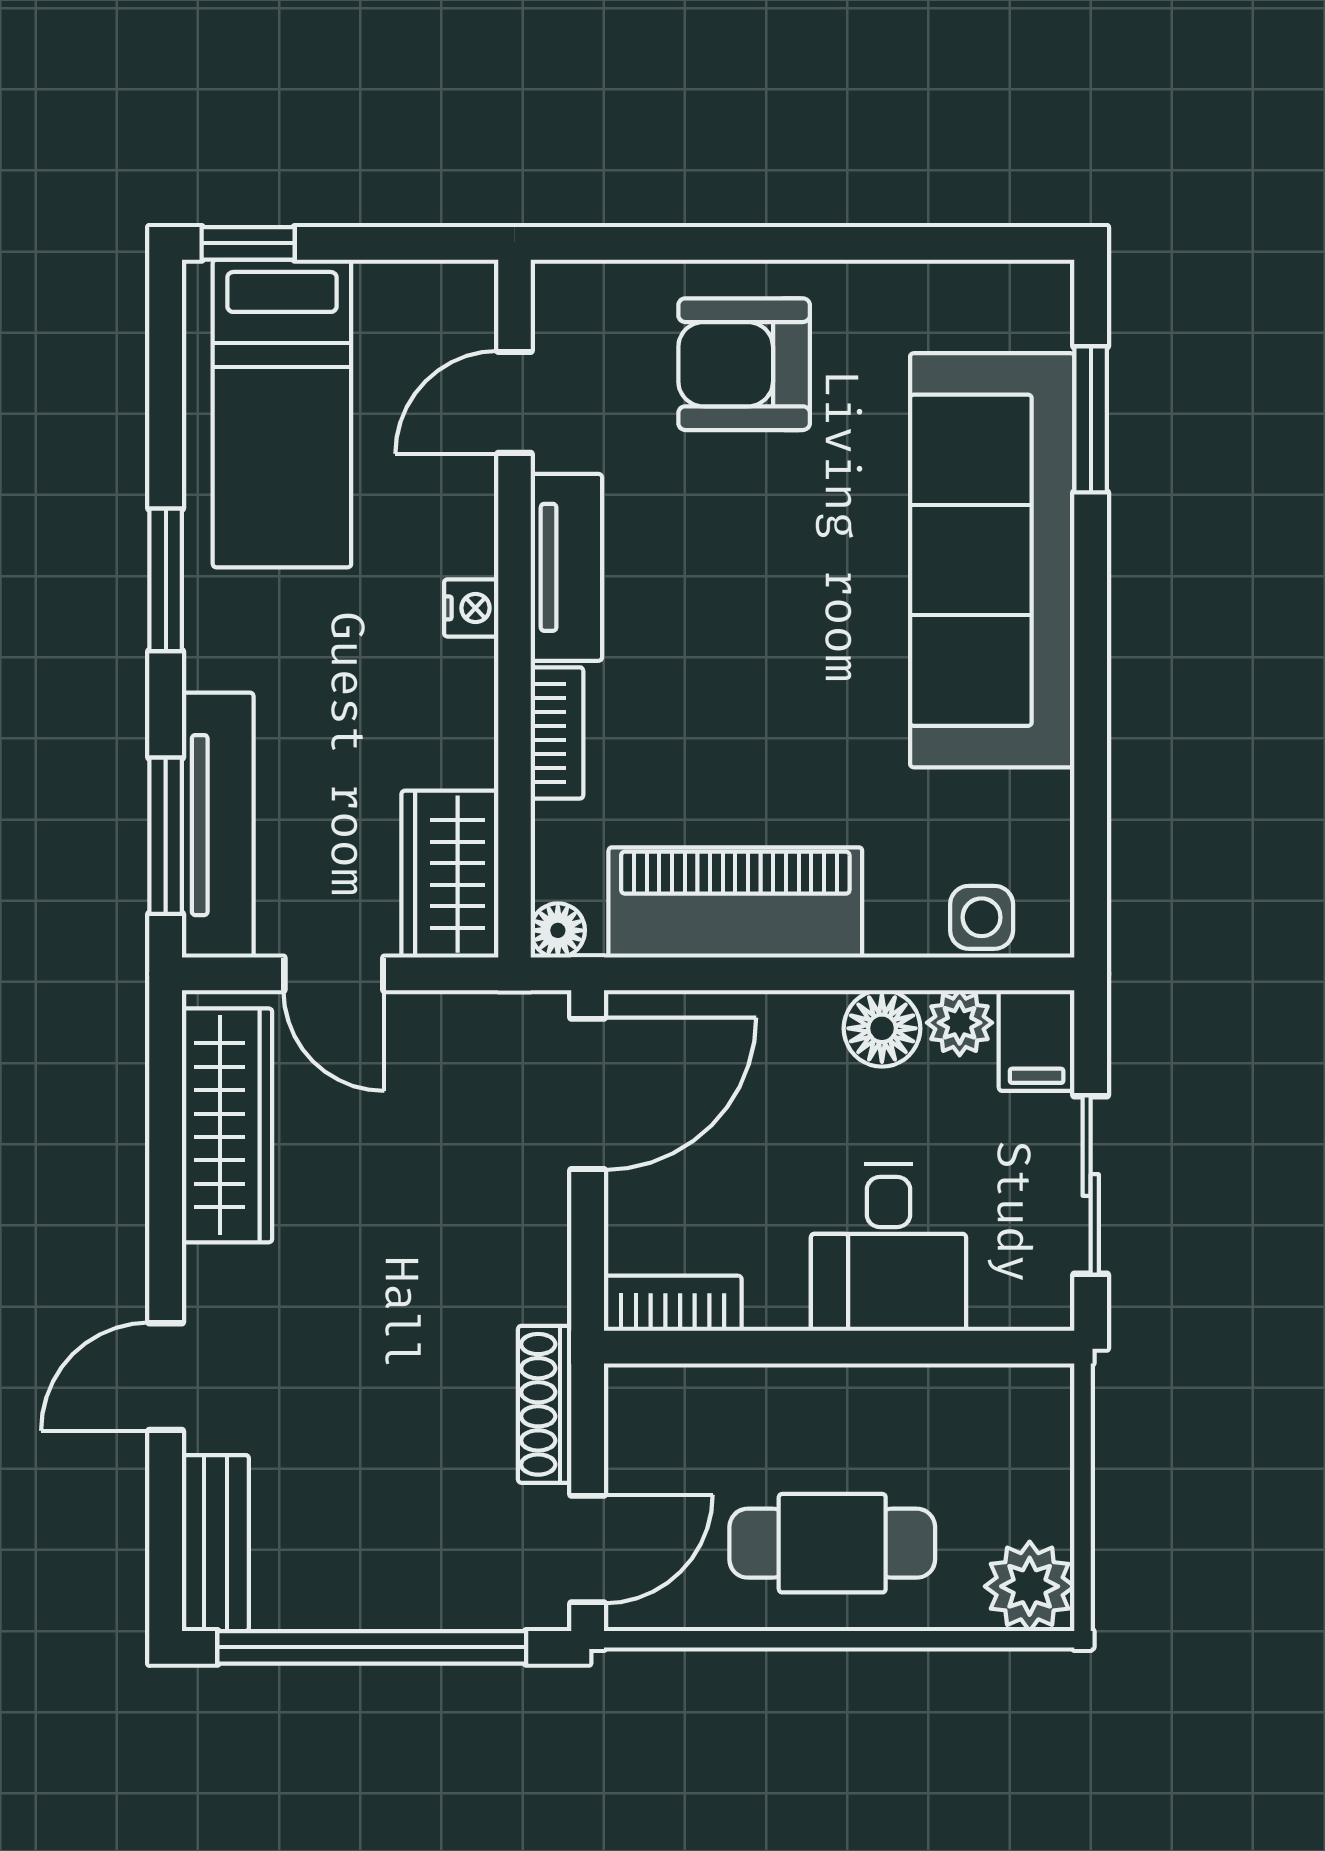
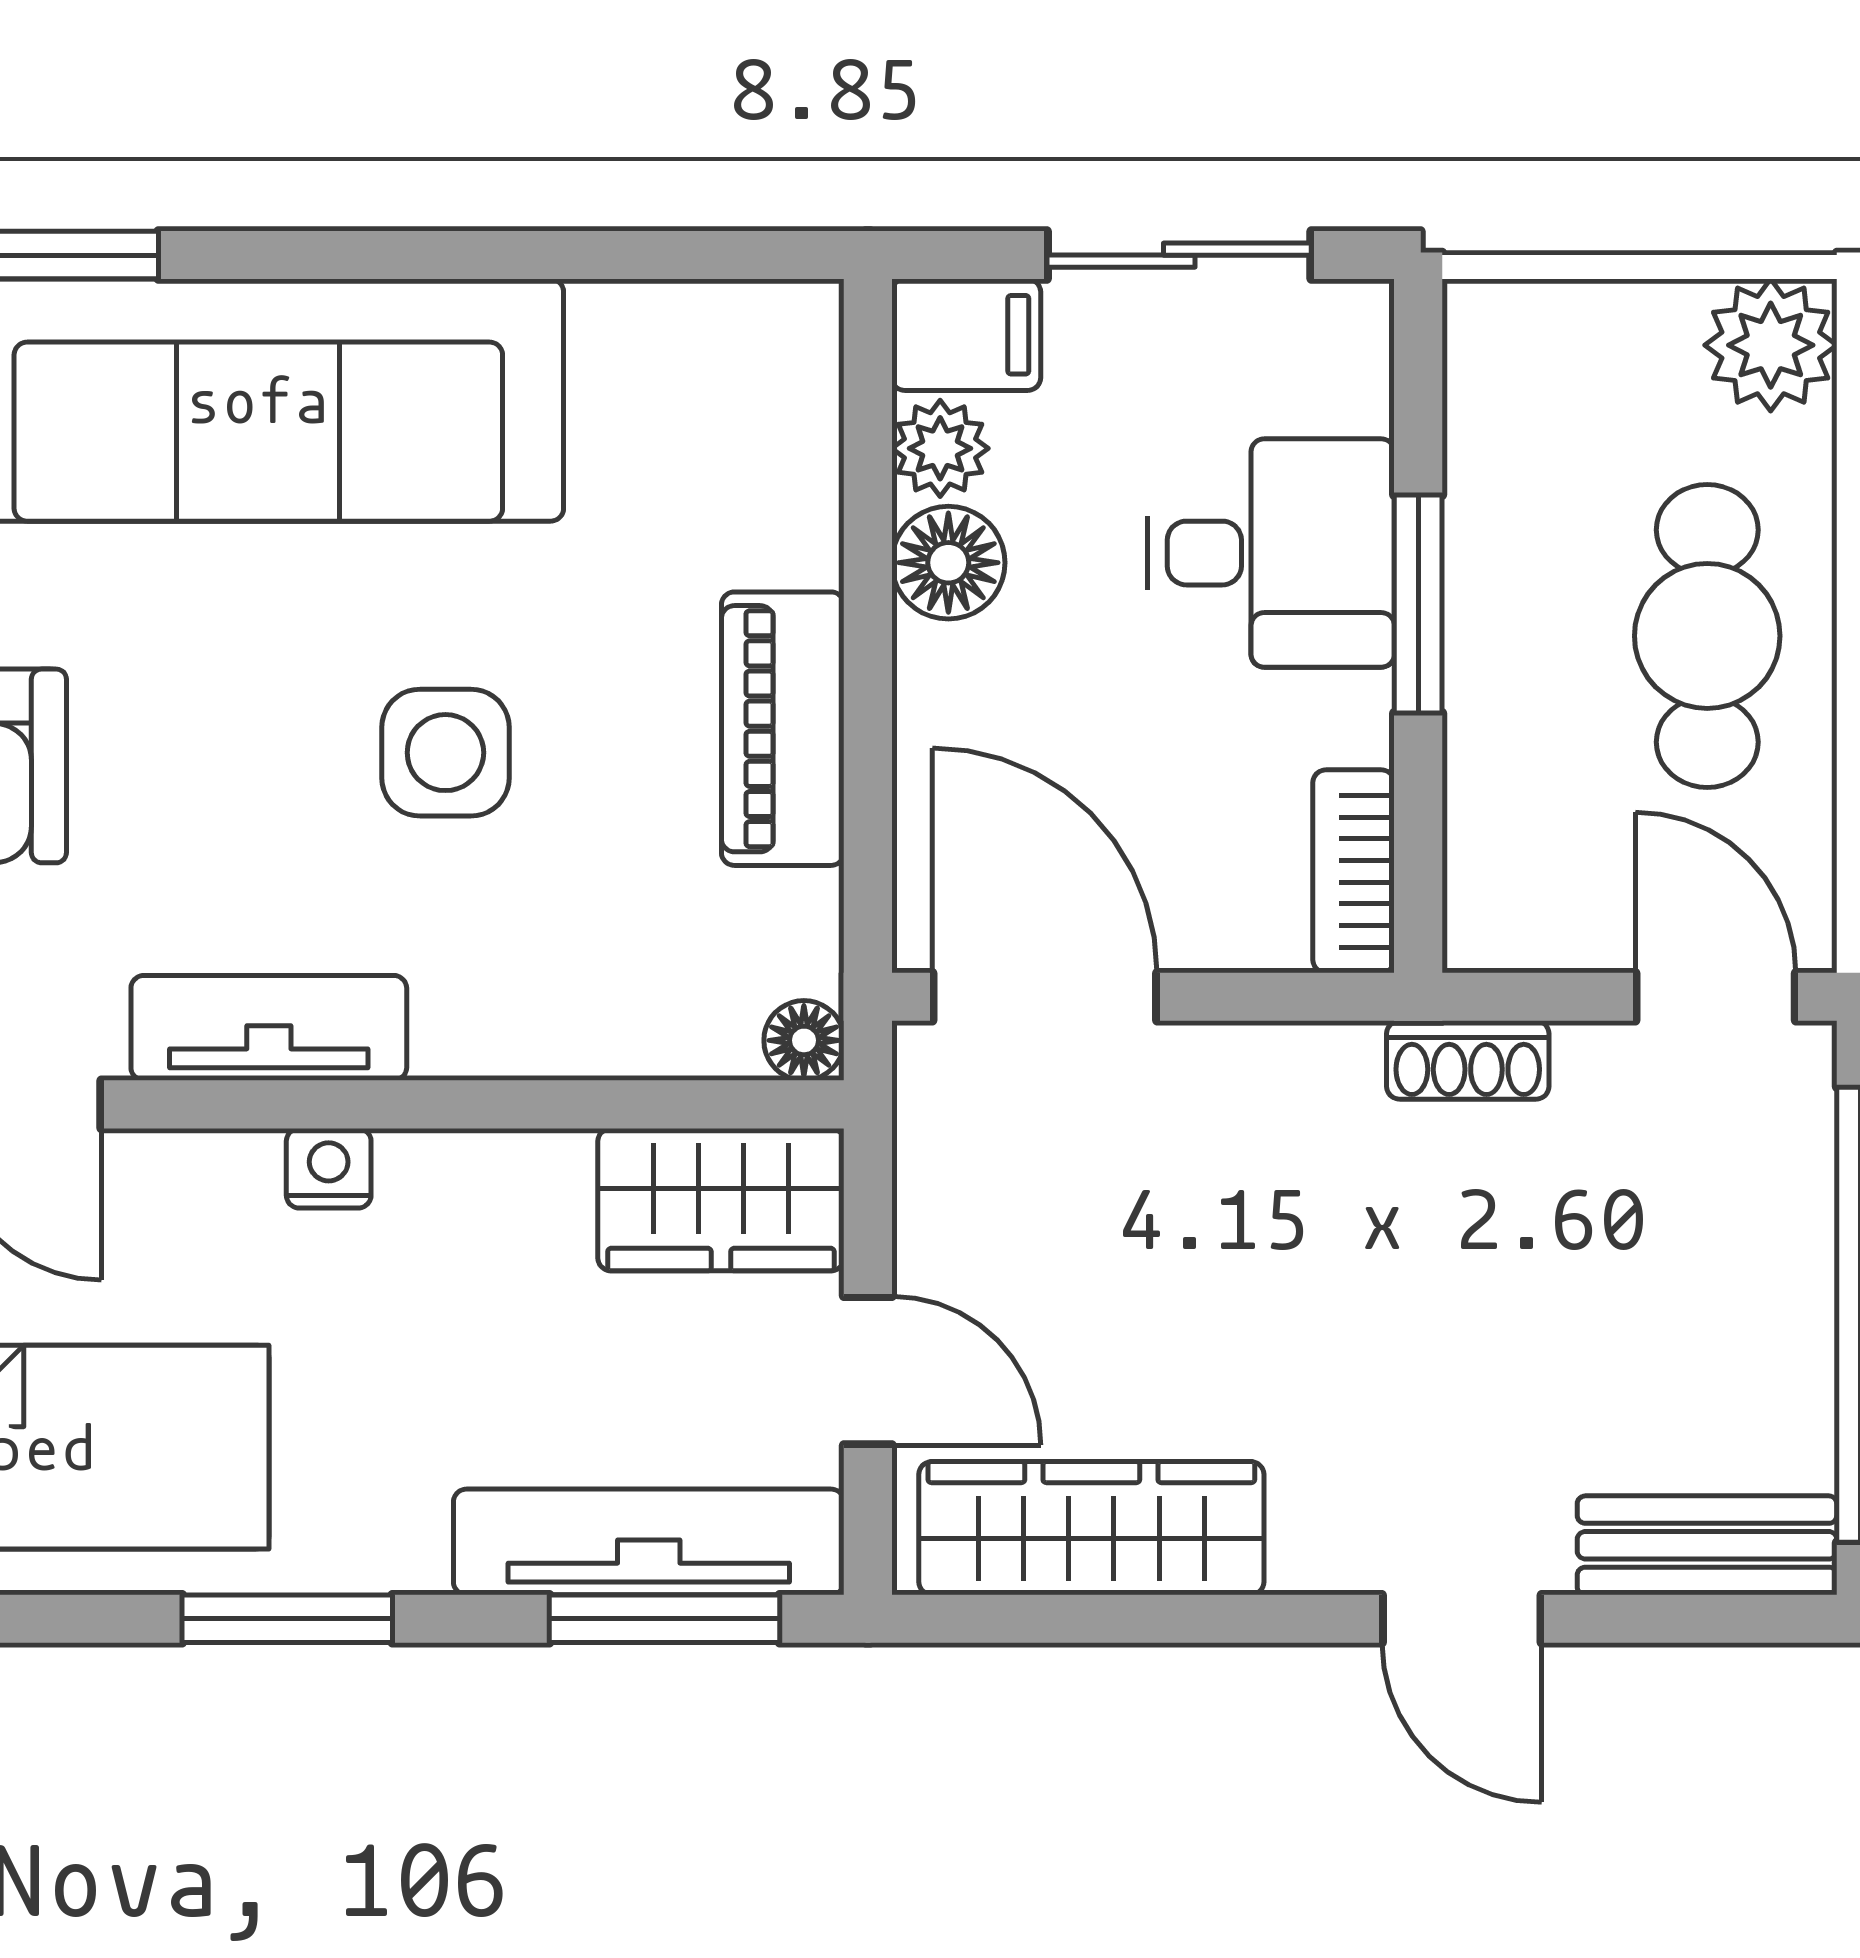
bookcase: (557, 733) -> (513, 1042), removed
piano: (735, 902) -> (783, 729), width x0.73, depth x0.75
side table: (982, 917) -> (445, 753), moved, width x1.37, depth x1.37
door: (334, 974) -> (868, 1371), hinge flipped
window: (854, 1347) -> (1418, 604), added
shoe rack: (545, 1404) -> (1468, 1060), width x0.70

